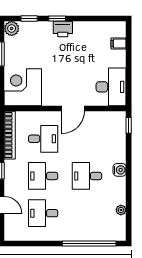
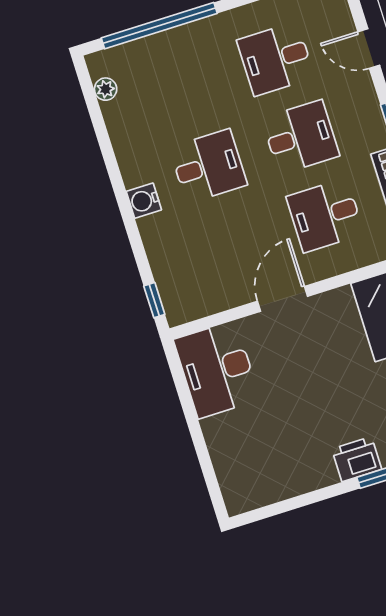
filing cabinet: (119, 43) -> (230, 466), removed
plant: (121, 210) -> (106, 89), moved
desk: (43, 213) -> (276, 59), turned 180

